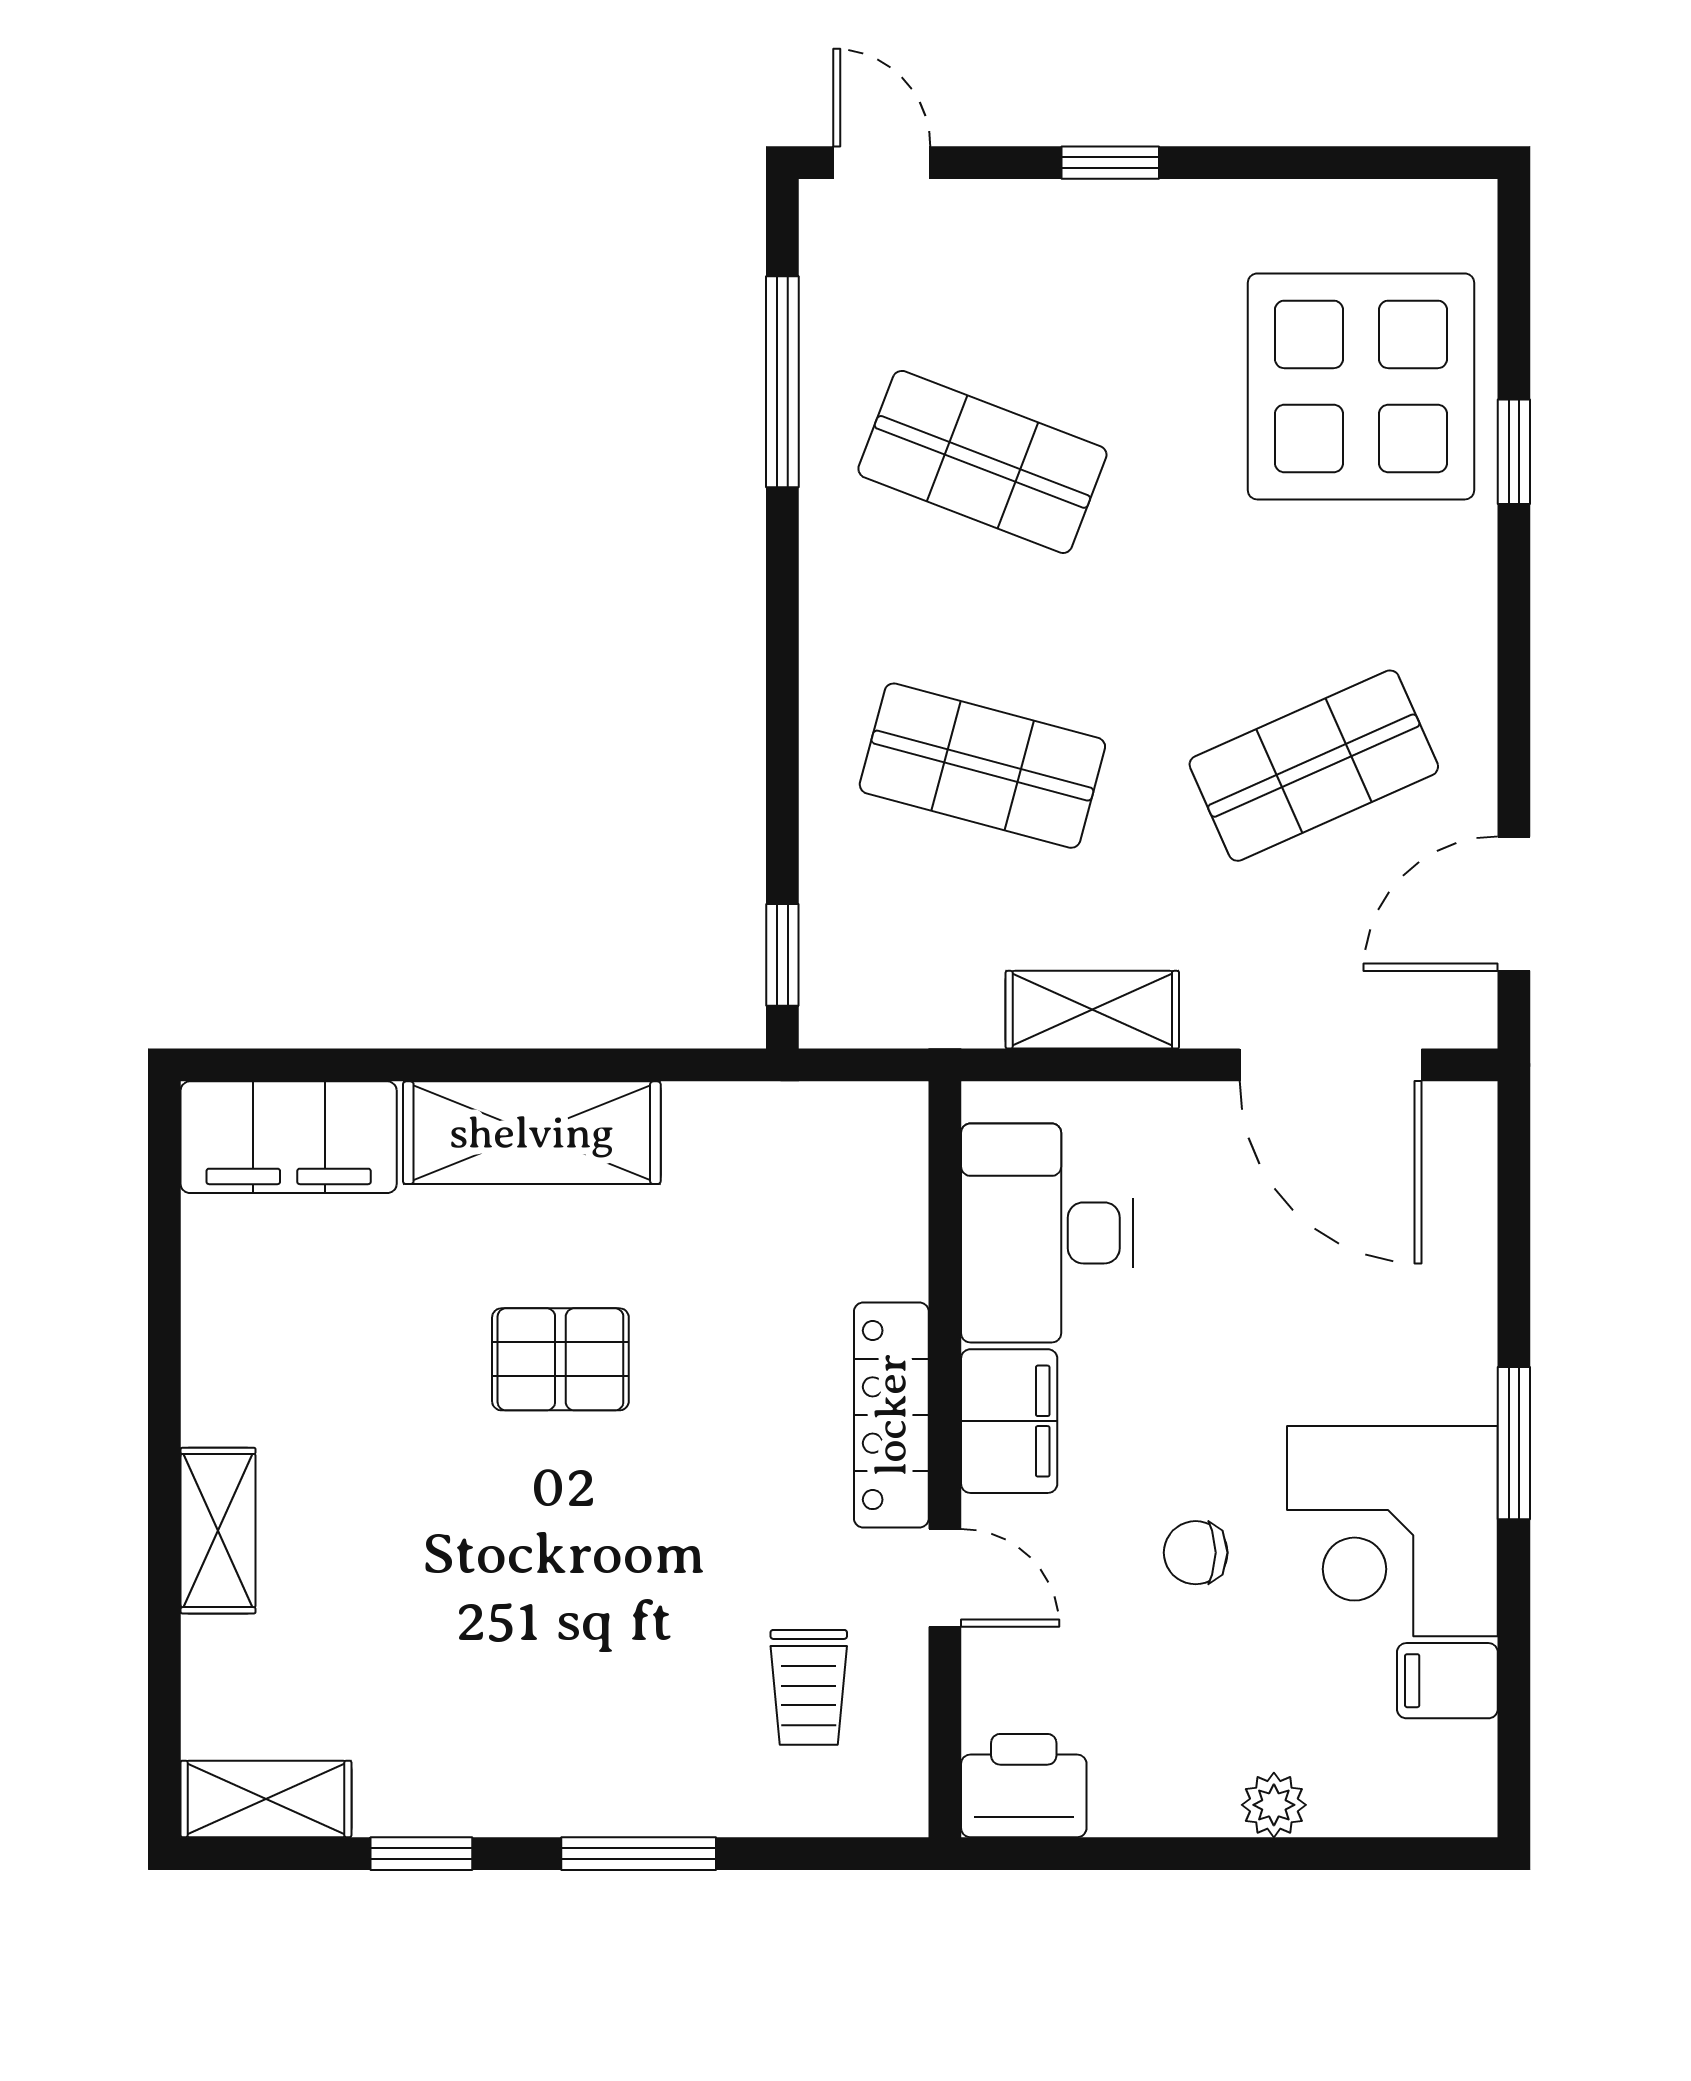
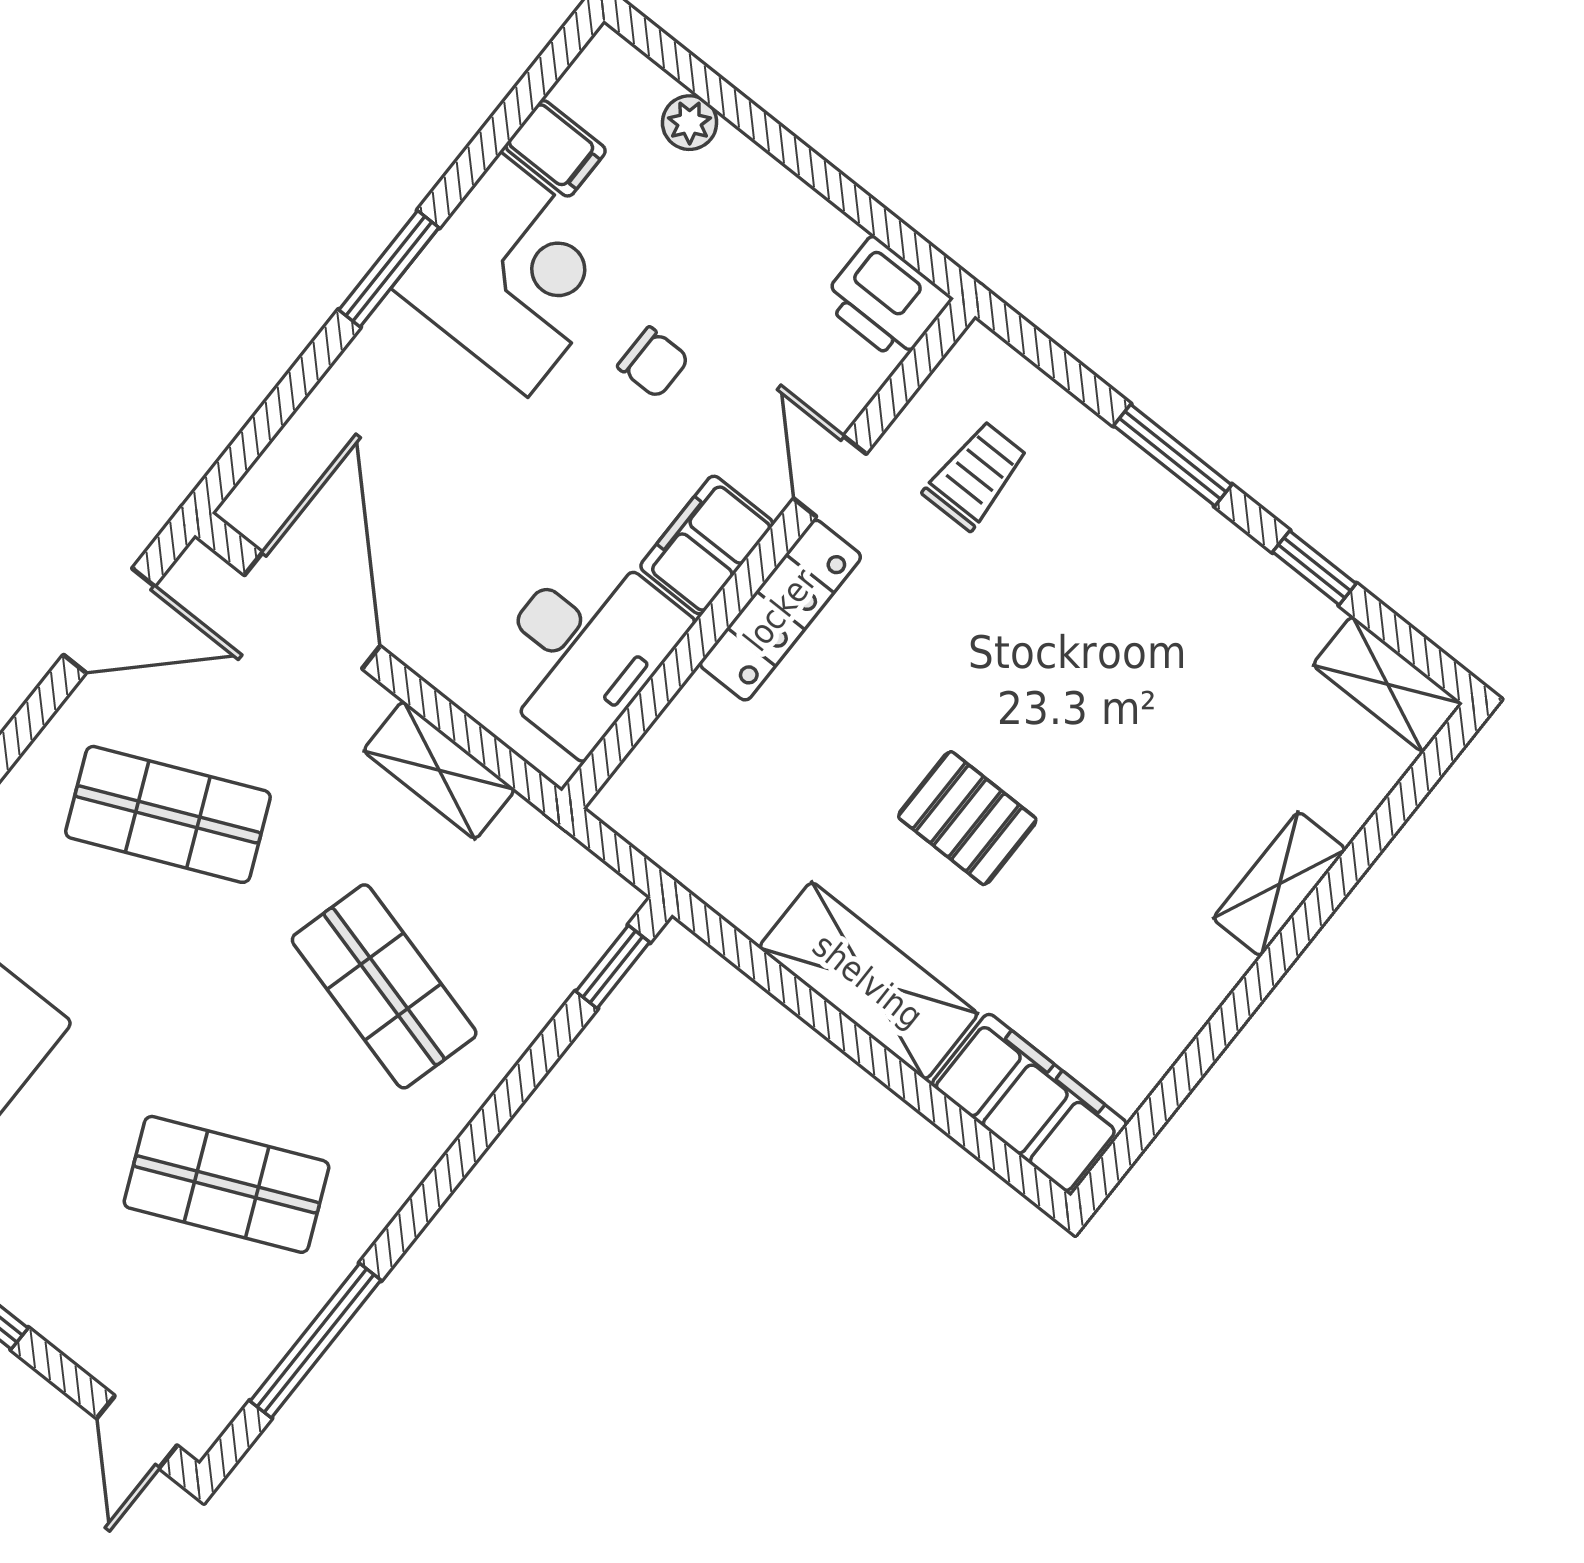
shop shelf: (982, 462) -> (227, 1184), turned -45
plant: (1274, 1805) -> (690, 123), moved

